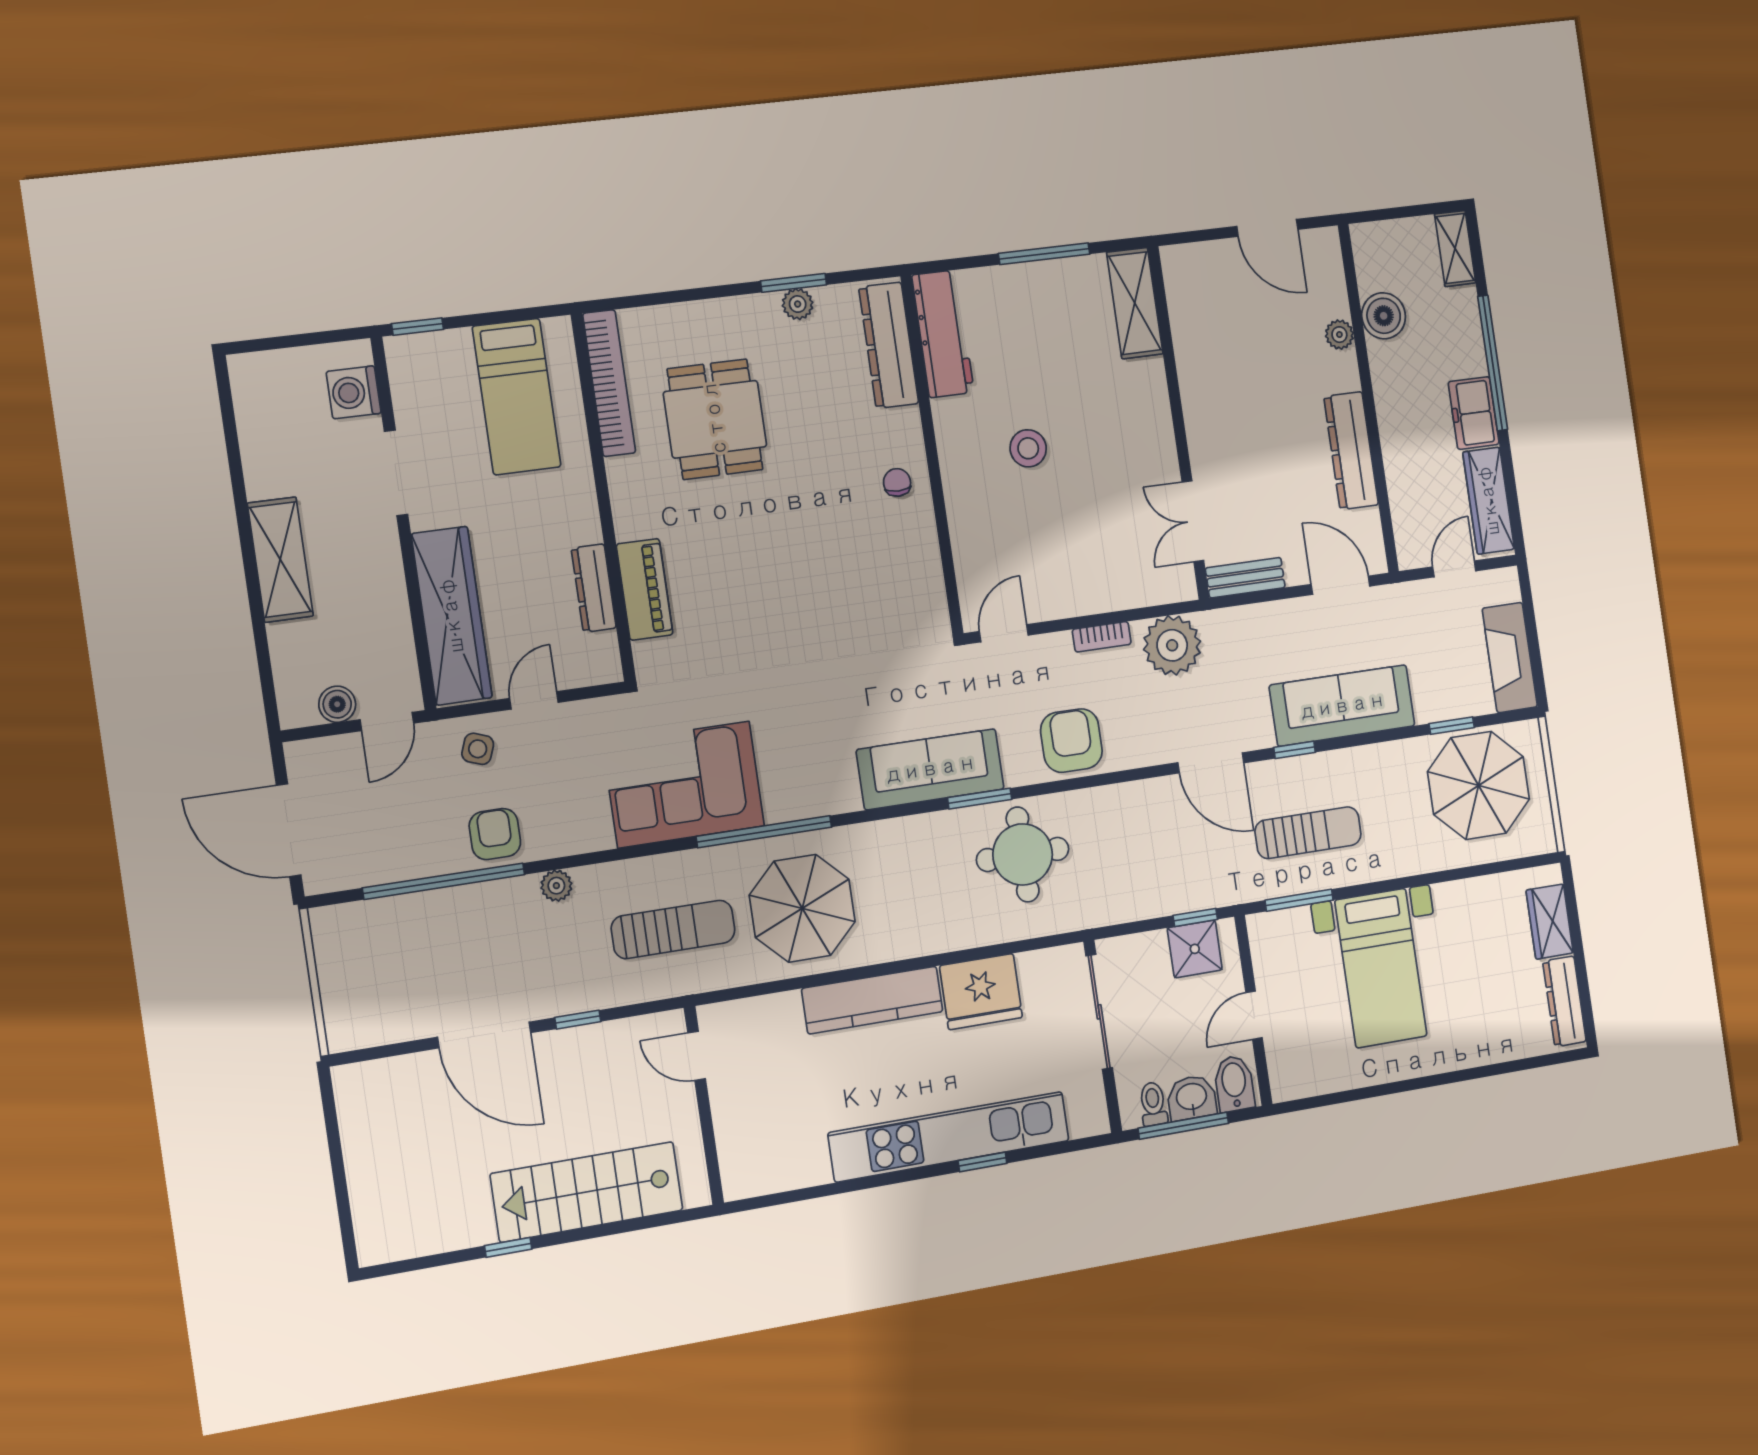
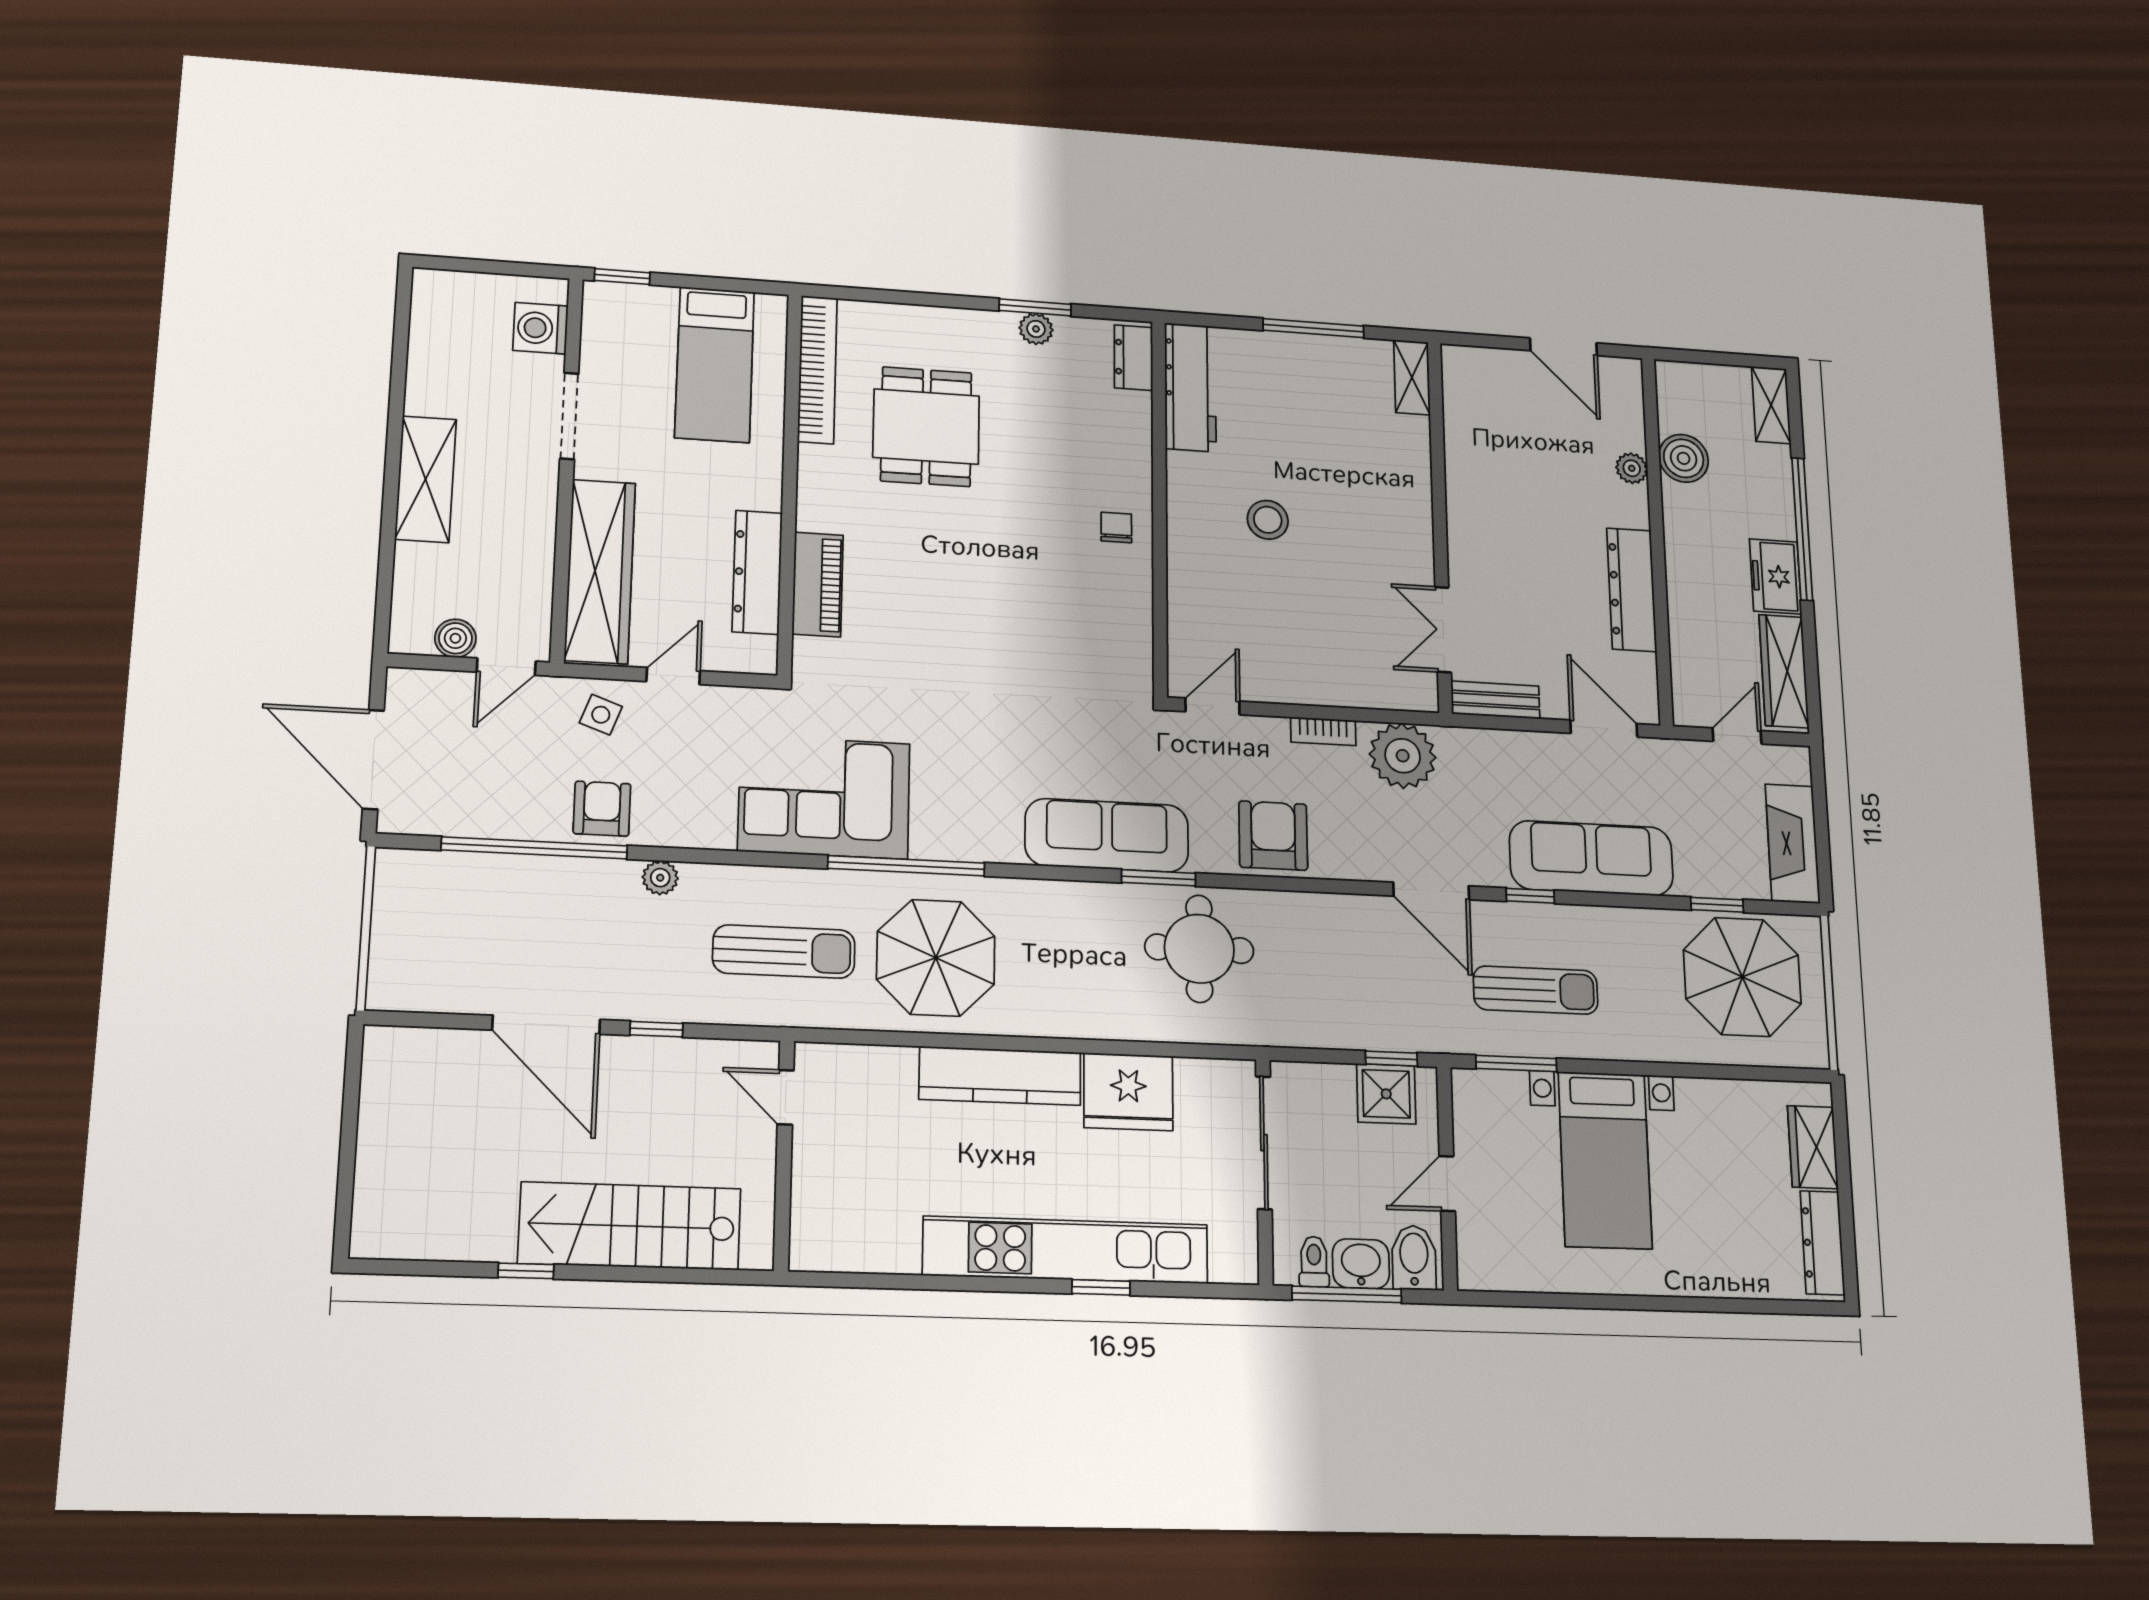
shelving: (1135, 303) -> (1412, 377), width x0.67, depth x0.75
dresser: (889, 345) -> (1133, 358), width x0.51, depth x0.80
dresser: (594, 588) -> (757, 572), width x1.37, depth x1.24

